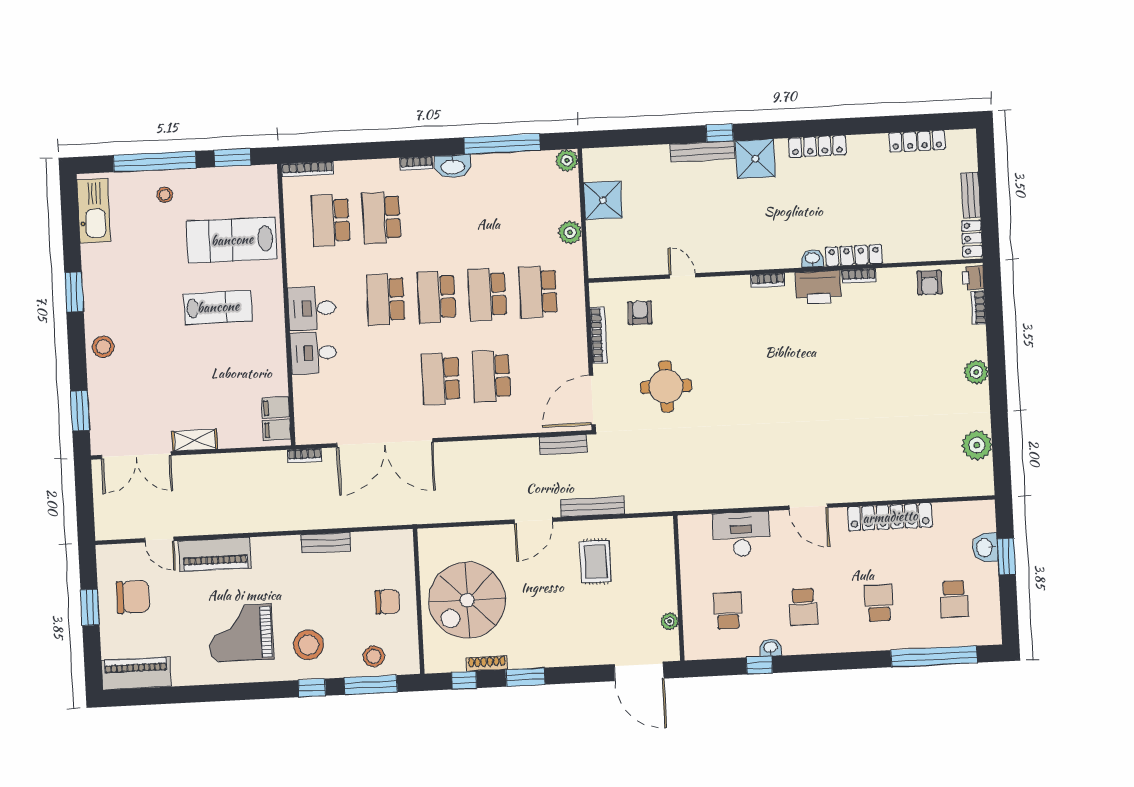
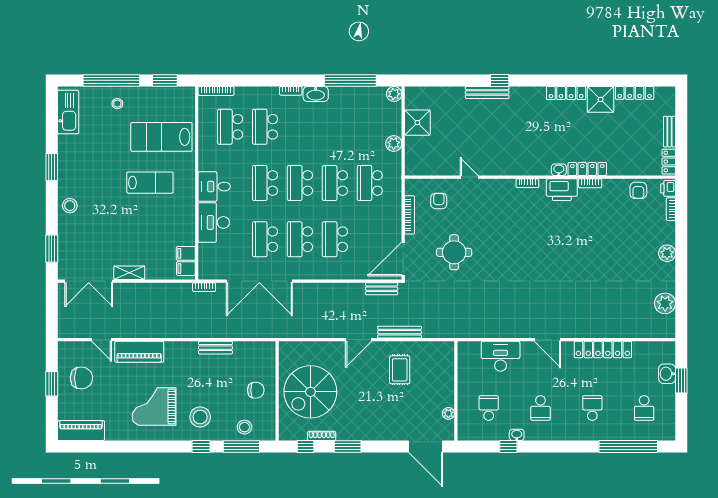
shower: (755, 159) -> (601, 99), moved
desk: (314, 353) -> (214, 222), width x1.37
school desk: (390, 381) -> (265, 239), added

